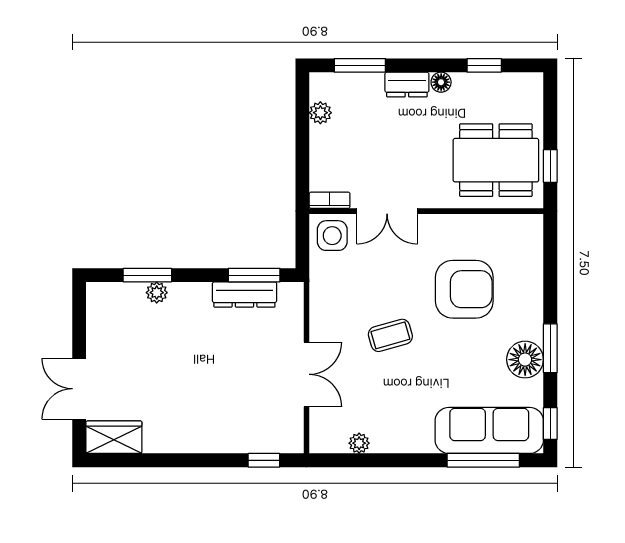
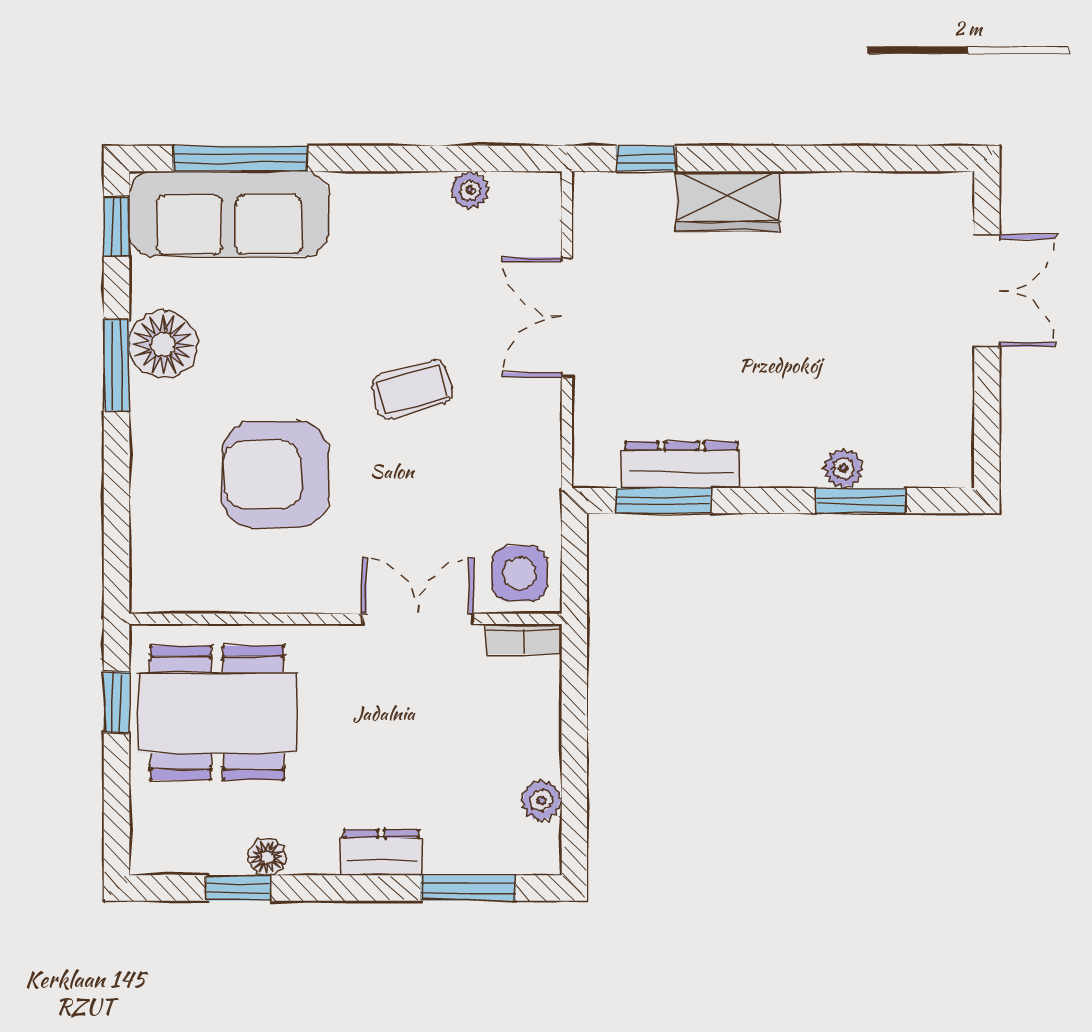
floor lamp: (441, 82) -> (267, 857), moved
wardrobe: (114, 437) -> (728, 201), moved

